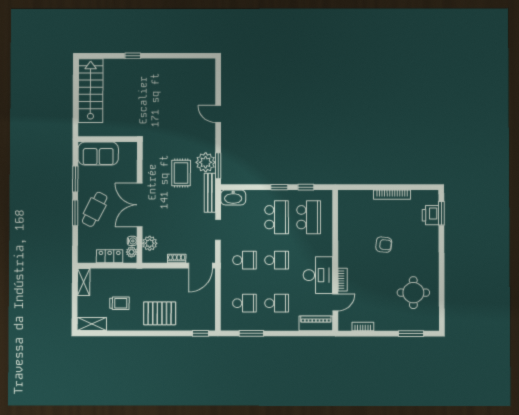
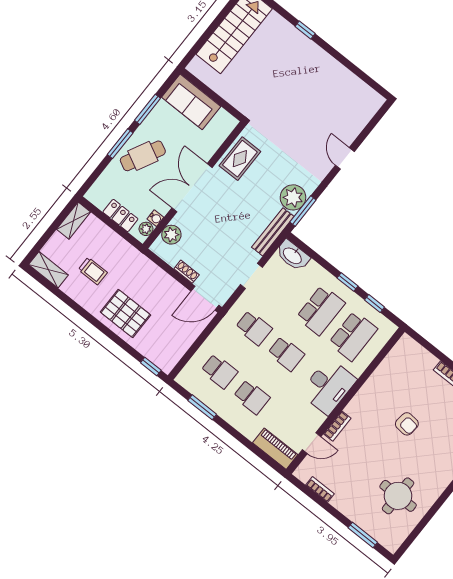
rug: (181, 173) -> (240, 159), moved
desk: (318, 275) -> (328, 386), moved

